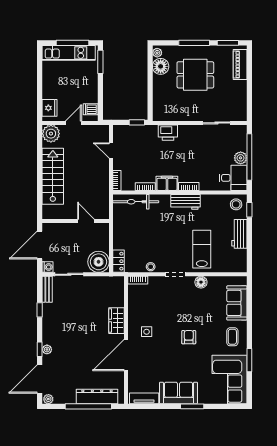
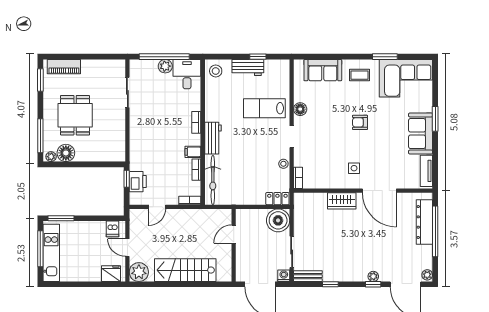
window: (194, 43) -> (40, 136), moved
printer: (168, 133) -> (138, 182), moved
filing cabinet: (167, 183) -> (193, 152), width x0.50
workbench: (186, 202) -> (213, 138), moved
window: (249, 210) -> (258, 57), moved

